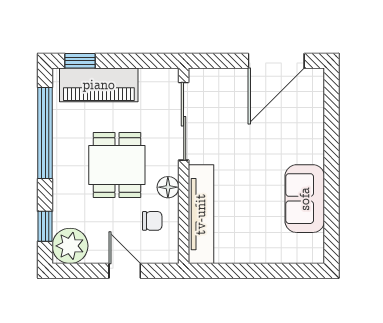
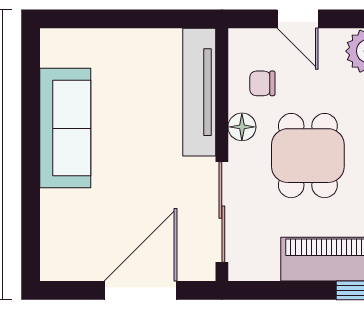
door: (276, 61) -> (141, 290), moved
sofa: (305, 199) -> (65, 128), width x1.36

